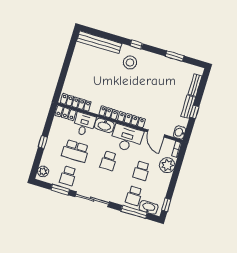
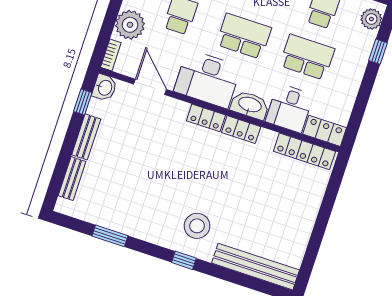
window: (194, 112) -> (83, 102), moved
locker: (131, 120) -> (206, 118), width x0.66
window: (43, 142) -> (378, 52), moved
school desk: (108, 161) -> (244, 36), width x1.85

